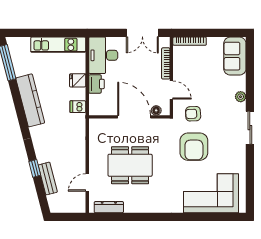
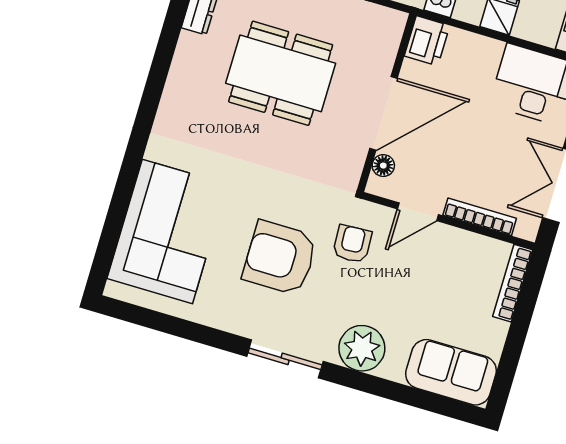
printer: (96, 84) -> (427, 41), moved, turned -90
plant: (241, 97) -> (362, 348), width x1.88, depth x1.88
armchair: (194, 147) -> (280, 258), moved
dining table: (130, 165) -> (281, 73), turned 90

